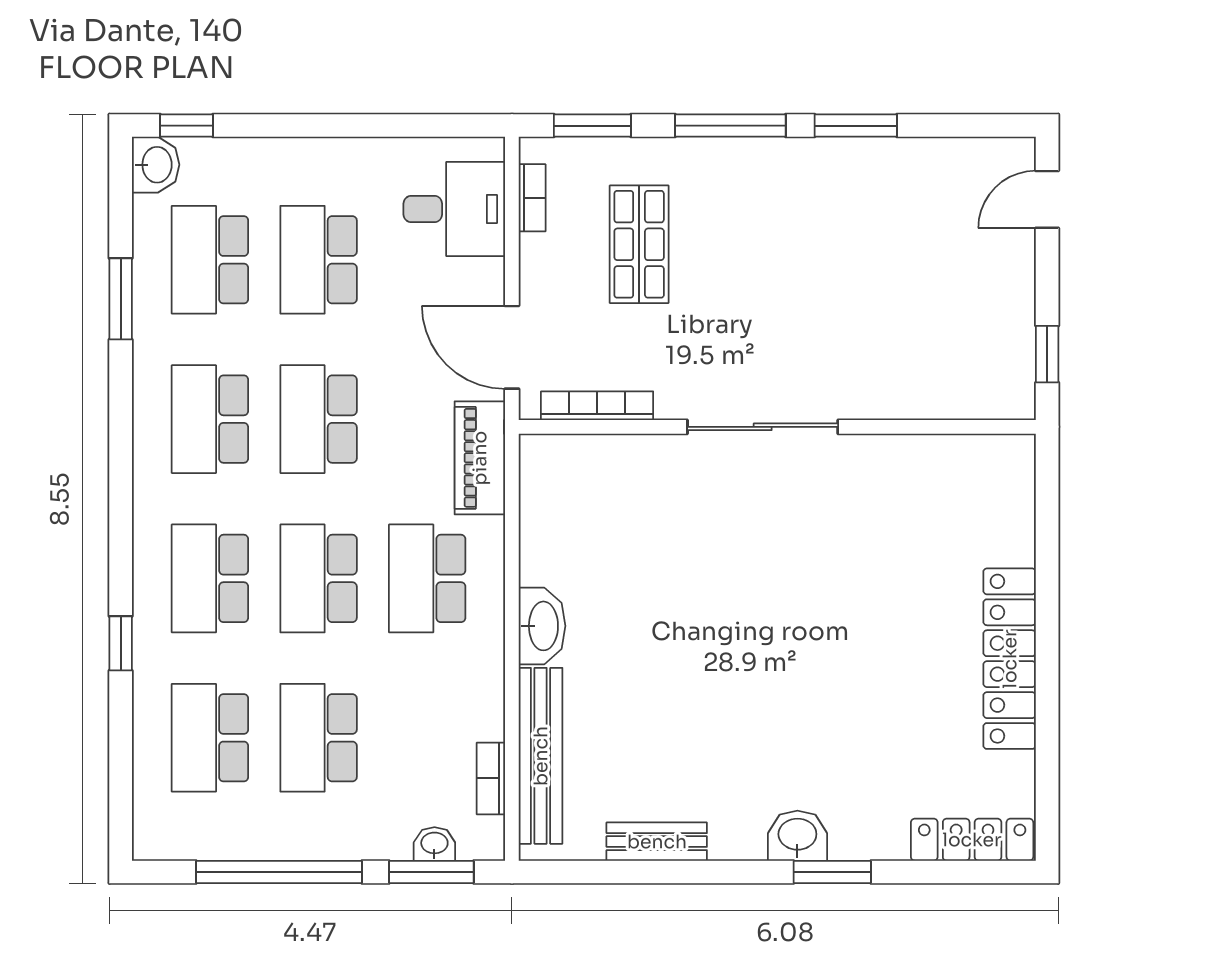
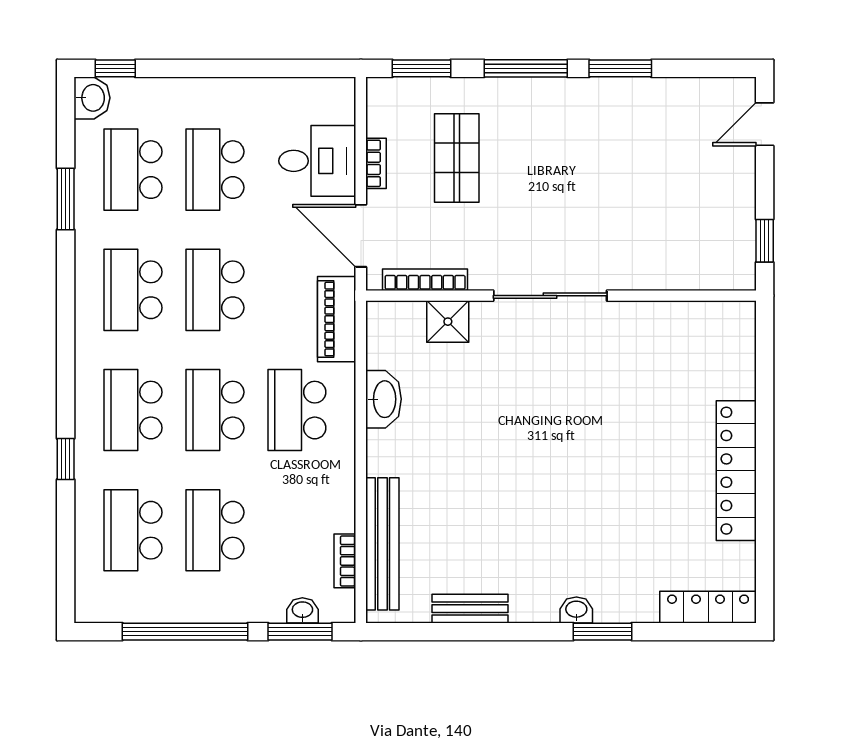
bookcase: (532, 198) -> (376, 163), moved
desk: (454, 209) -> (317, 161), moved
shower: (627, 461) -> (448, 322), added
washbasin: (542, 626) -> (384, 399), moved
washbasin: (797, 836) -> (576, 610), width x0.72, depth x0.69

